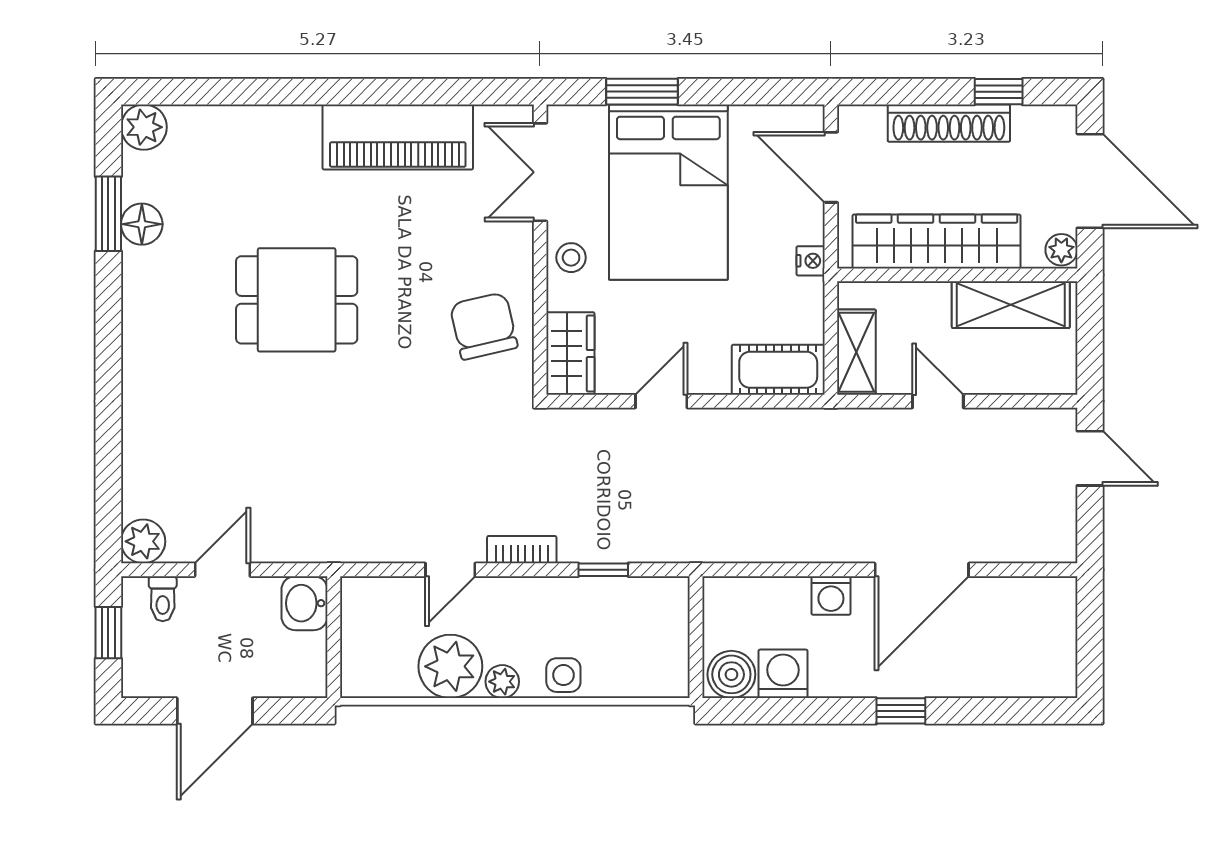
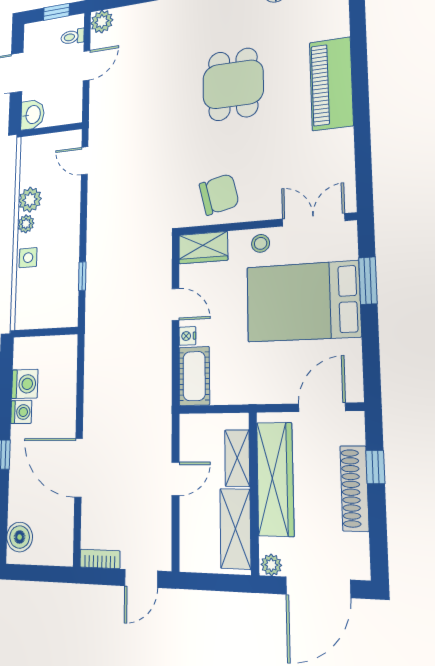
window: (999, 92) -> (375, 467), moved
piano: (398, 137) -> (331, 84), moved
nightstand: (811, 261) -> (187, 336), moved, turned 90
shelving: (856, 352) -> (237, 458), moved, turned 90
bookcase: (522, 550) -> (100, 559), moved, turned -90
door: (222, 570) -> (86, 66), hinge flipped
door: (450, 570) -> (85, 161), moved
washing machine: (831, 595) -> (21, 412), moved, turned 180
washbasin: (305, 603) -> (32, 115), moved, turned 90
plant: (450, 666) -> (30, 200), width x0.73, depth x0.73
boiler: (731, 674) -> (20, 537), moved

